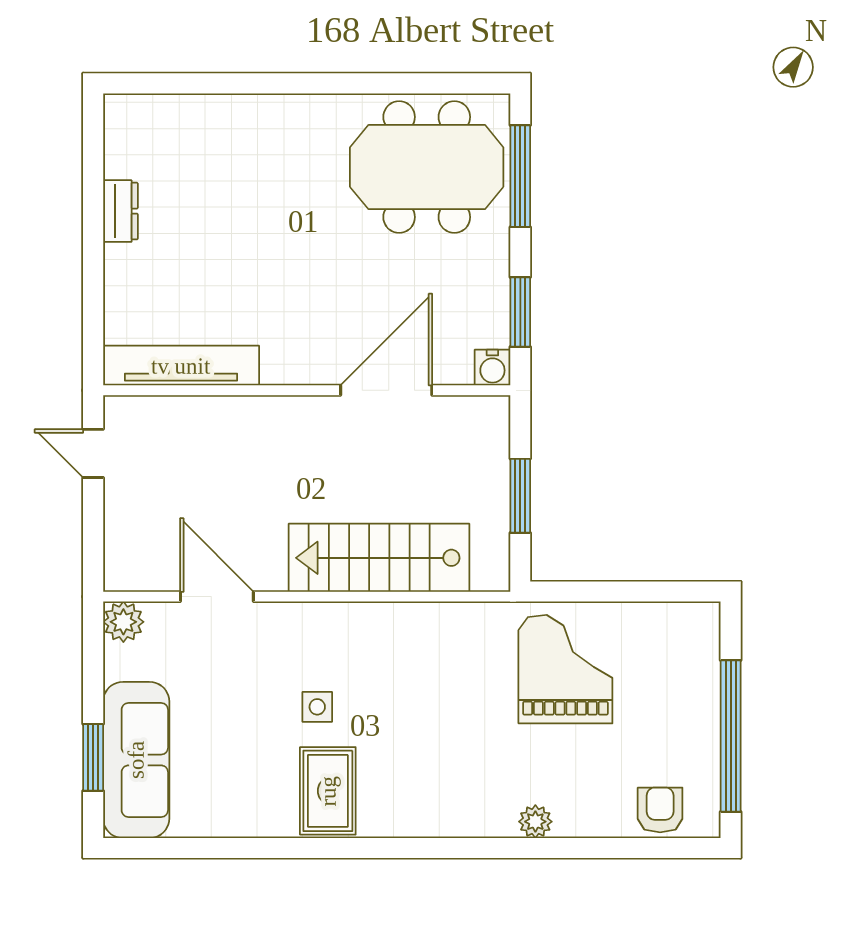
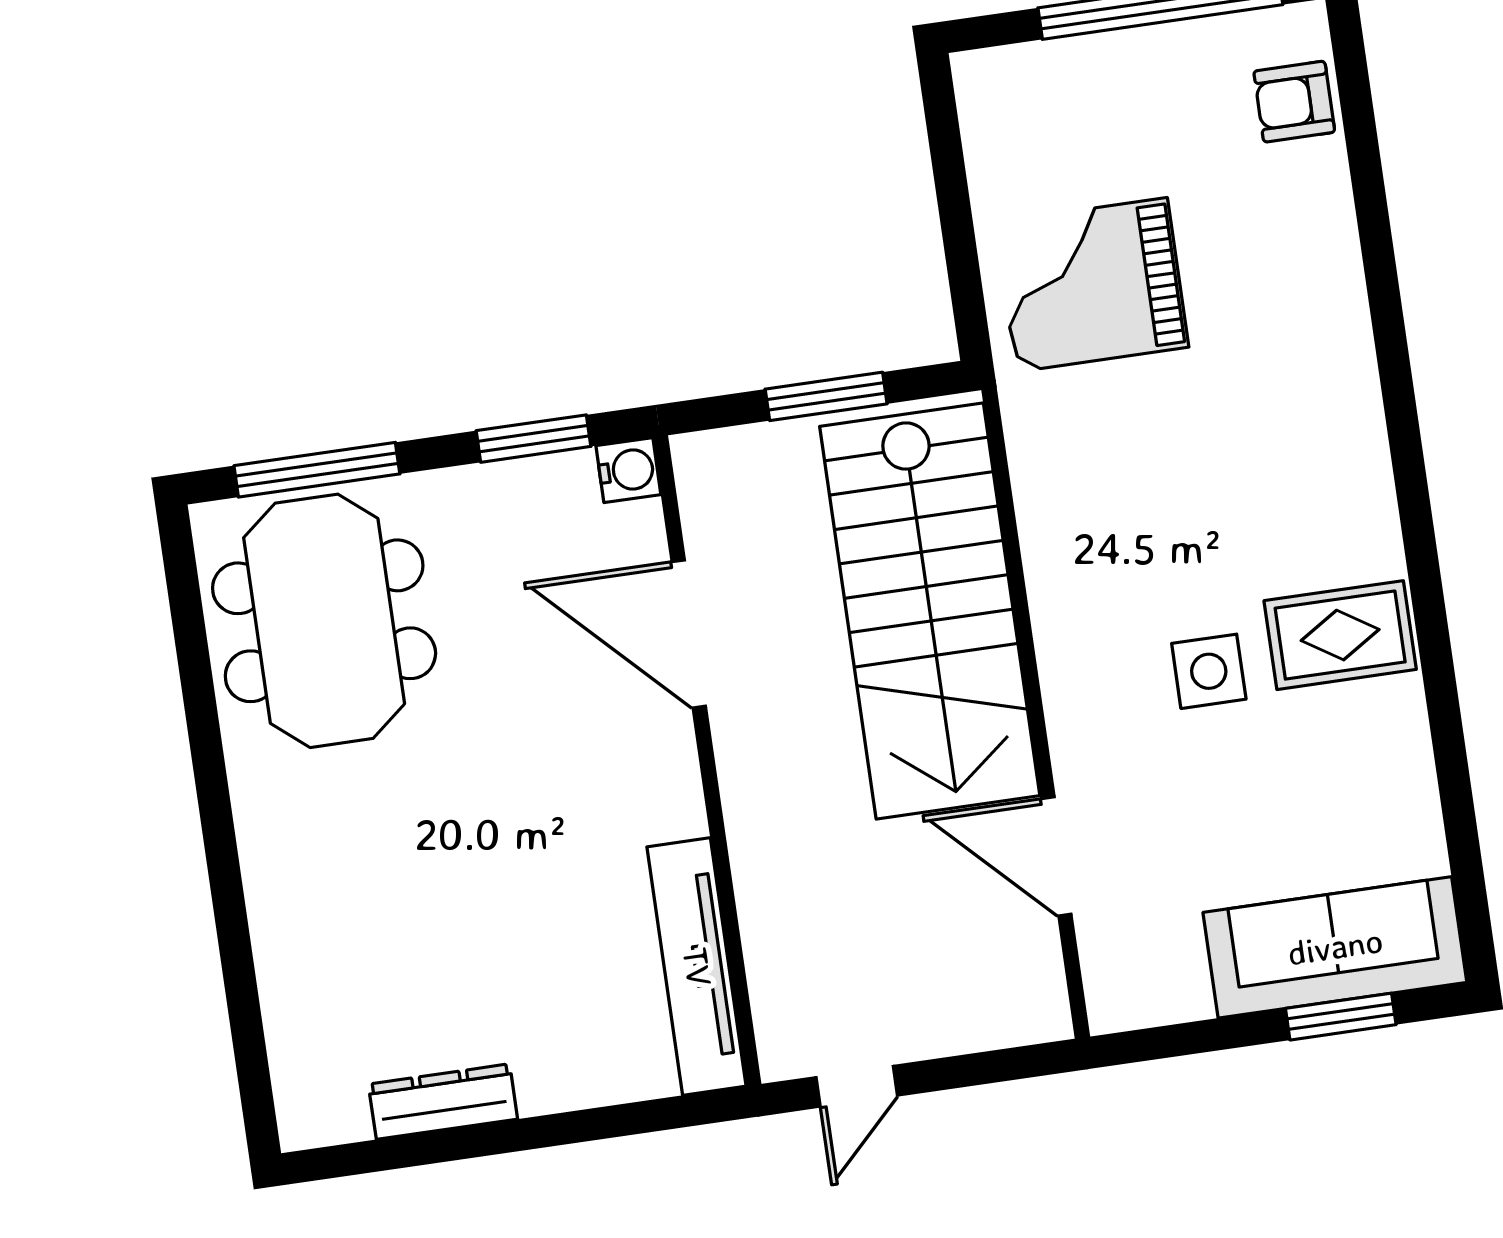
dresser: (120, 211) -> (443, 1102), width x1.44
stairs: (379, 558) -> (930, 611), width x1.36, depth x1.51
door: (217, 597) -> (1056, 856), hinge flipped
plant: (123, 622) -> (1118, 999), removed
side table: (317, 707) -> (1209, 671), width x1.37, depth x1.37
plant: (535, 822) -> (1341, 298), removed

